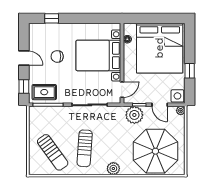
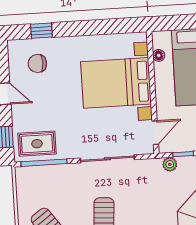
chair: (57, 56) -> (37, 63), moved
plant: (134, 115) -> (170, 164), width x0.53, depth x0.53

